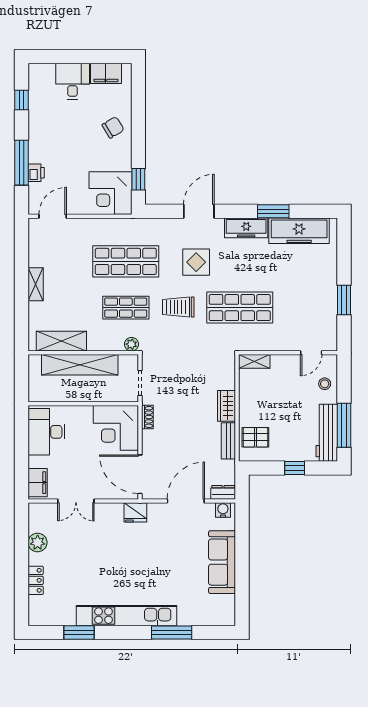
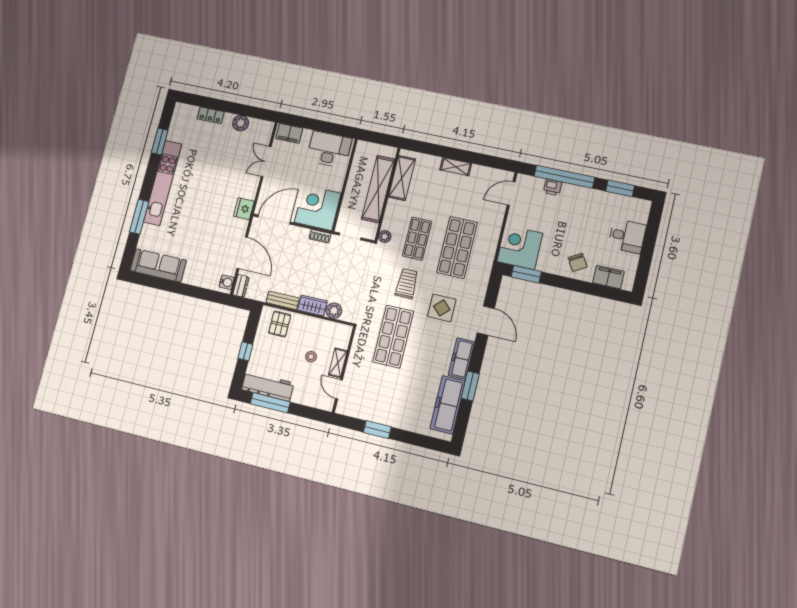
filing cabinet: (106, 73) -> (608, 277), moved, turned 90
window: (21, 100) -> (620, 188), width x1.50
window: (21, 163) -> (564, 177), width x1.46
window: (138, 179) -> (526, 274), width x1.50
door: (53, 216) -> (511, 193), swing flipped
shelving: (254, 361) -> (338, 363), moved
plant: (227, 380) -> (334, 311), added
stool: (325, 384) -> (311, 357), moved
sofa: (222, 562) -> (158, 265), moved

